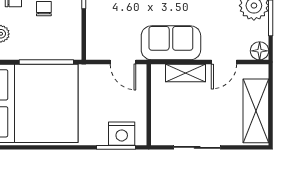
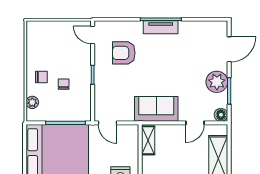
door: (123, 62) -> (108, 123), moved
shelving: (186, 73) -> (148, 140), moved, turned 90

